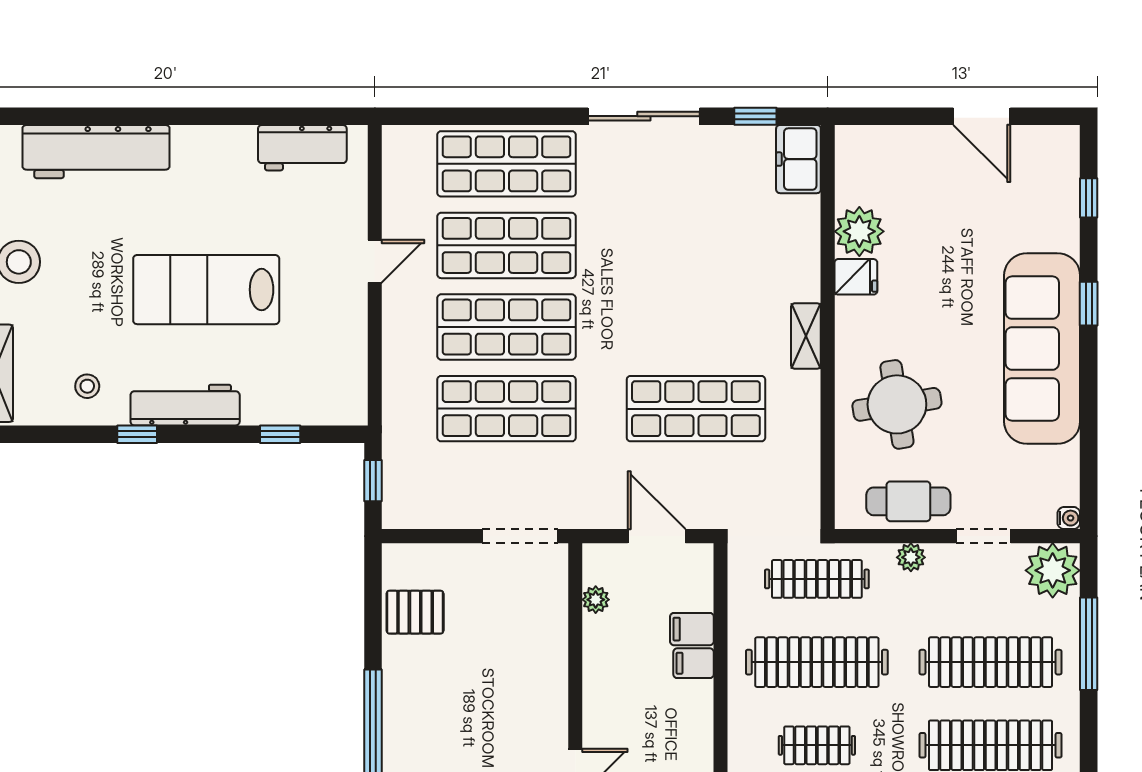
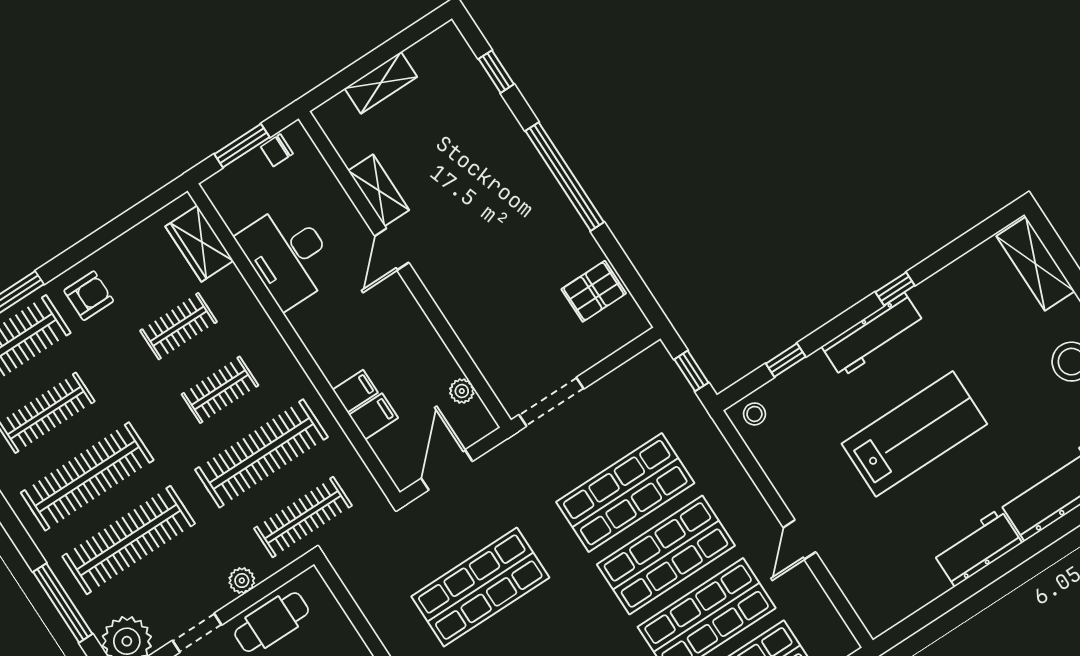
workbench: (302, 148) -> (977, 548), moved
stool: (87, 386) -> (754, 414), moved
door: (657, 536) -> (447, 470), swing flipped

